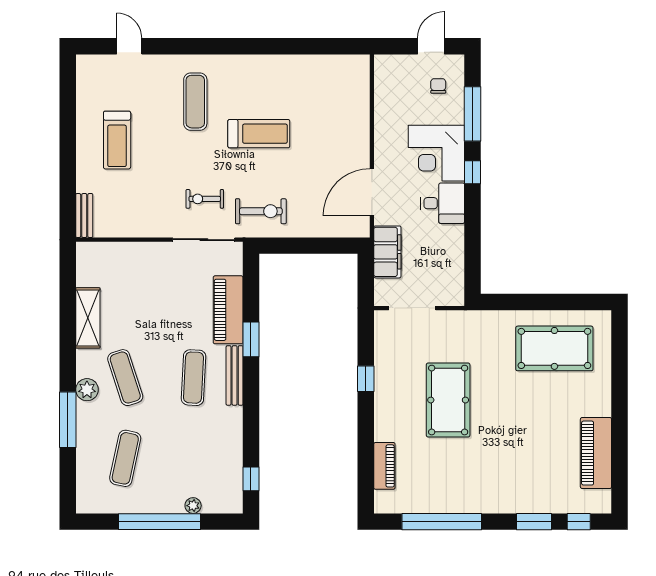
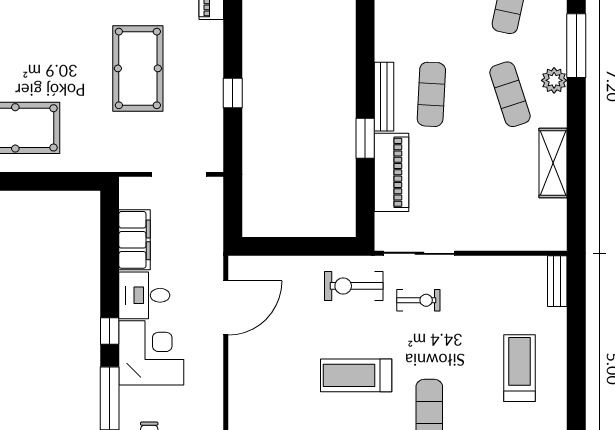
filing cabinet: (387, 252) -> (135, 240), moved, turned 180

